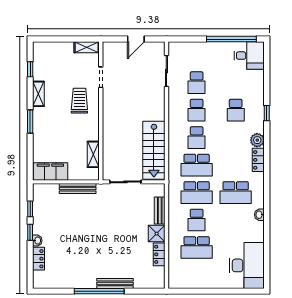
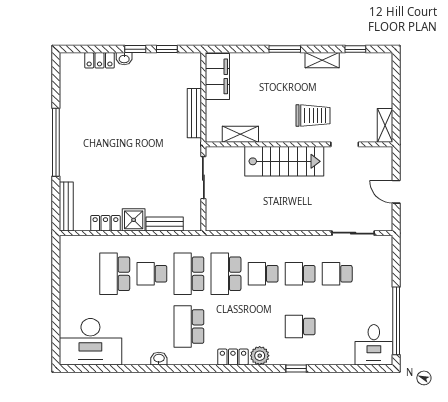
stairs: (154, 150) -> (284, 161), moved, turned 180
bench: (115, 283) -> (66, 206), moved

